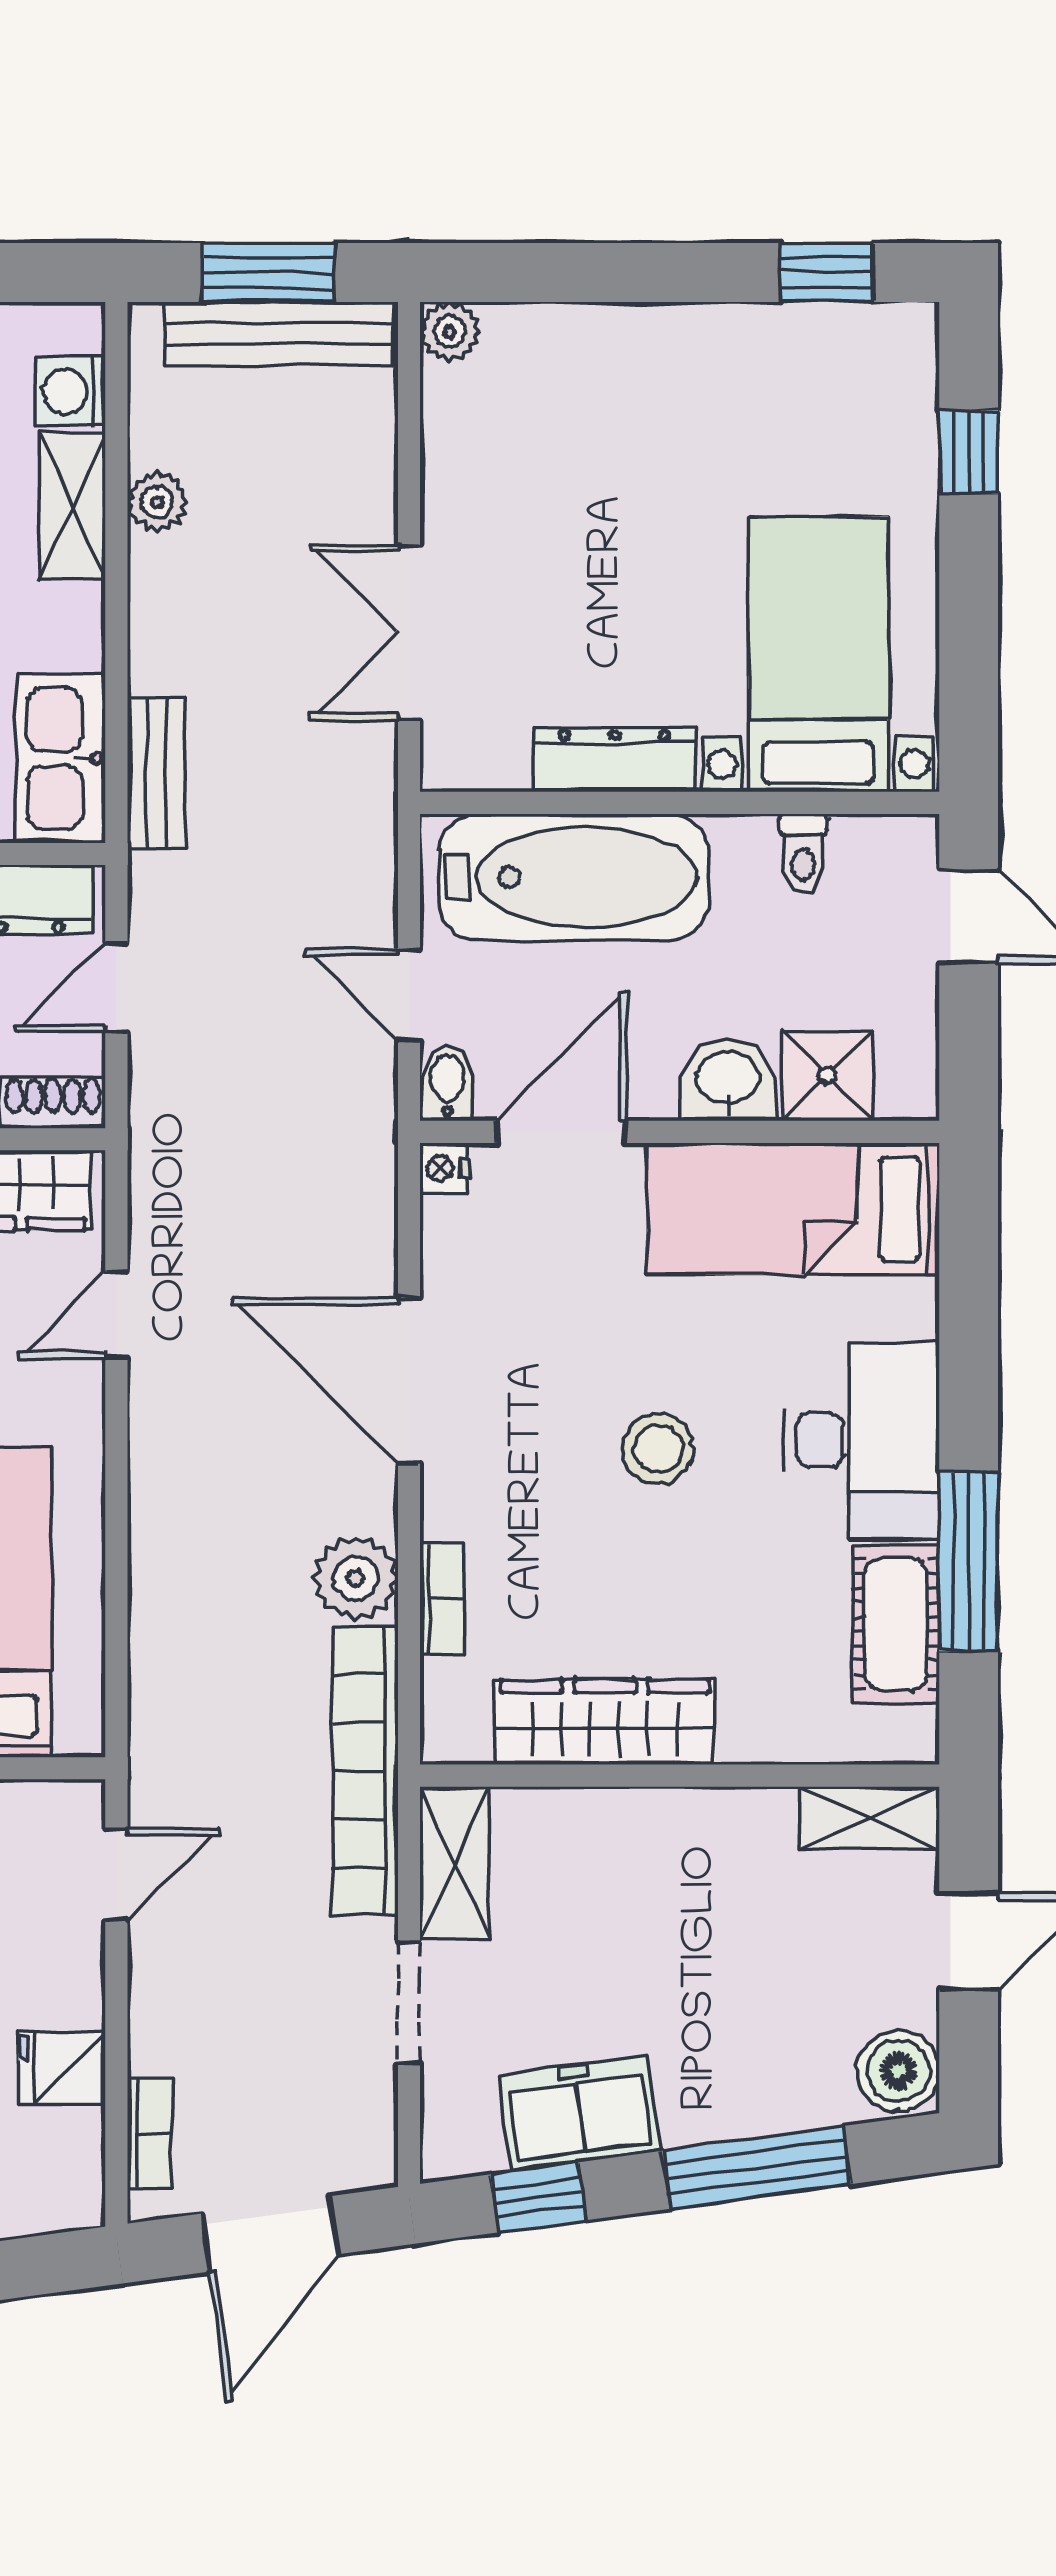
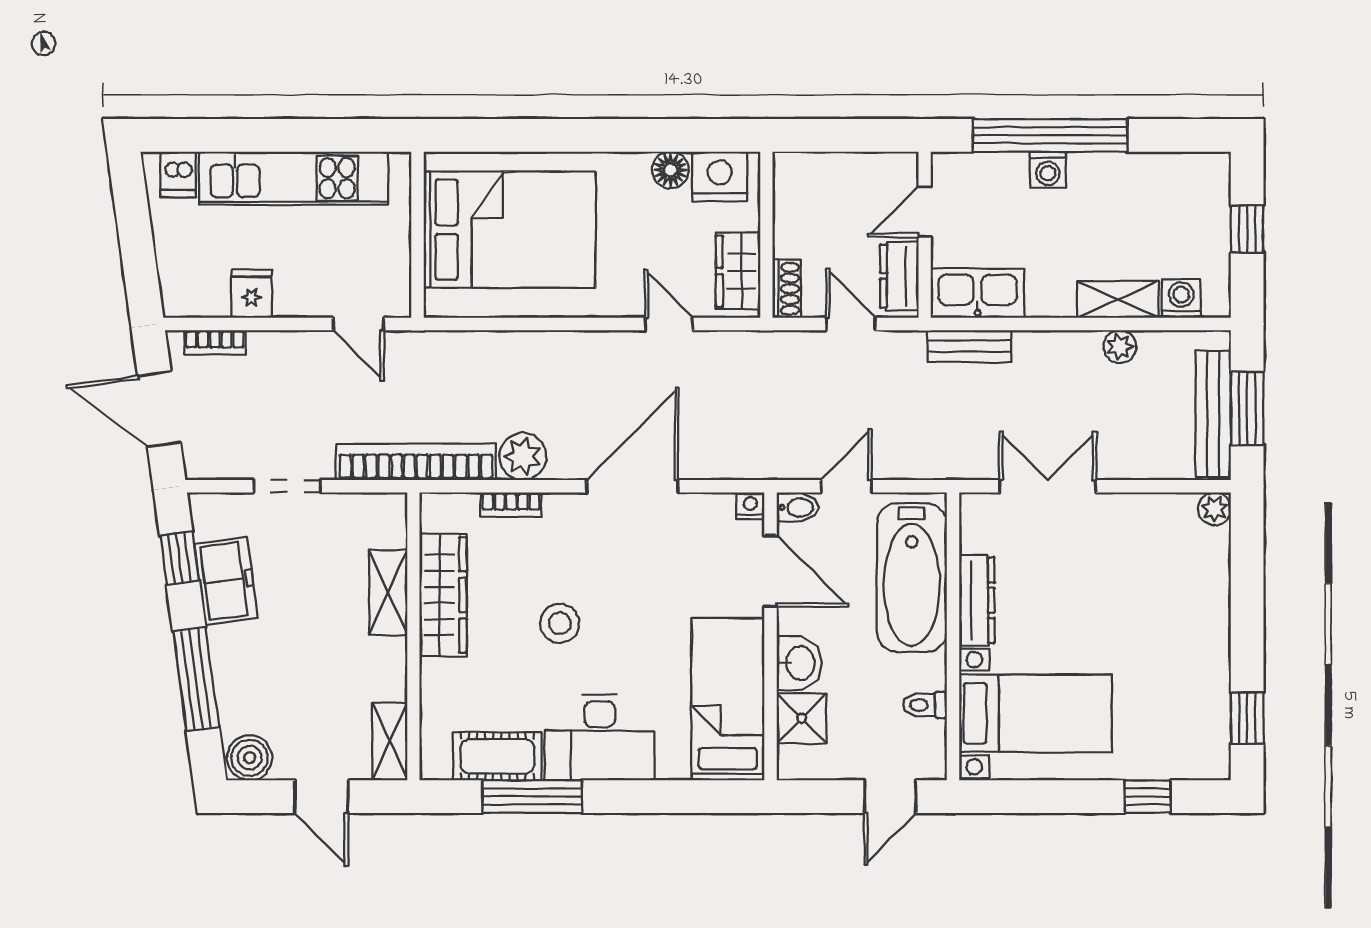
stool: (658, 1449) -> (560, 623), moved
shelving: (455, 1863) -> (388, 593), moved, turned 90

